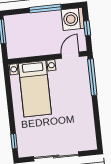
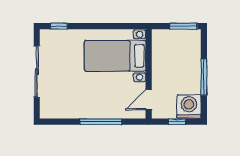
door: (70, 55) -> (149, 100), swing flipped
window: (92, 77) -> (101, 122), moved

